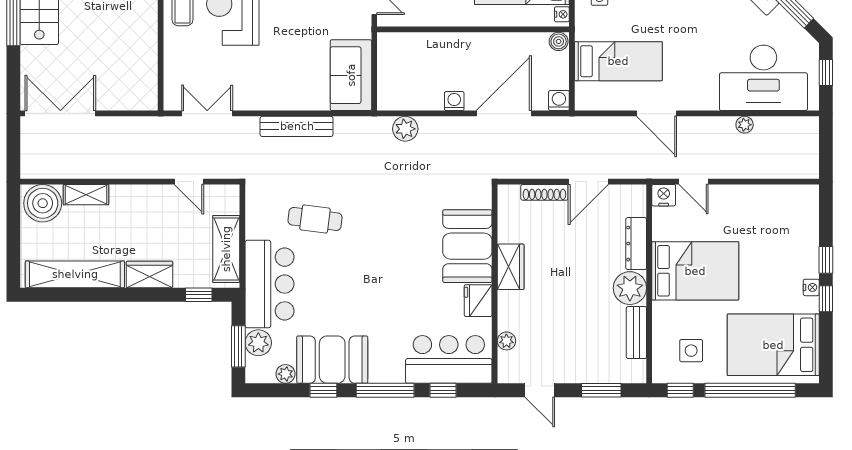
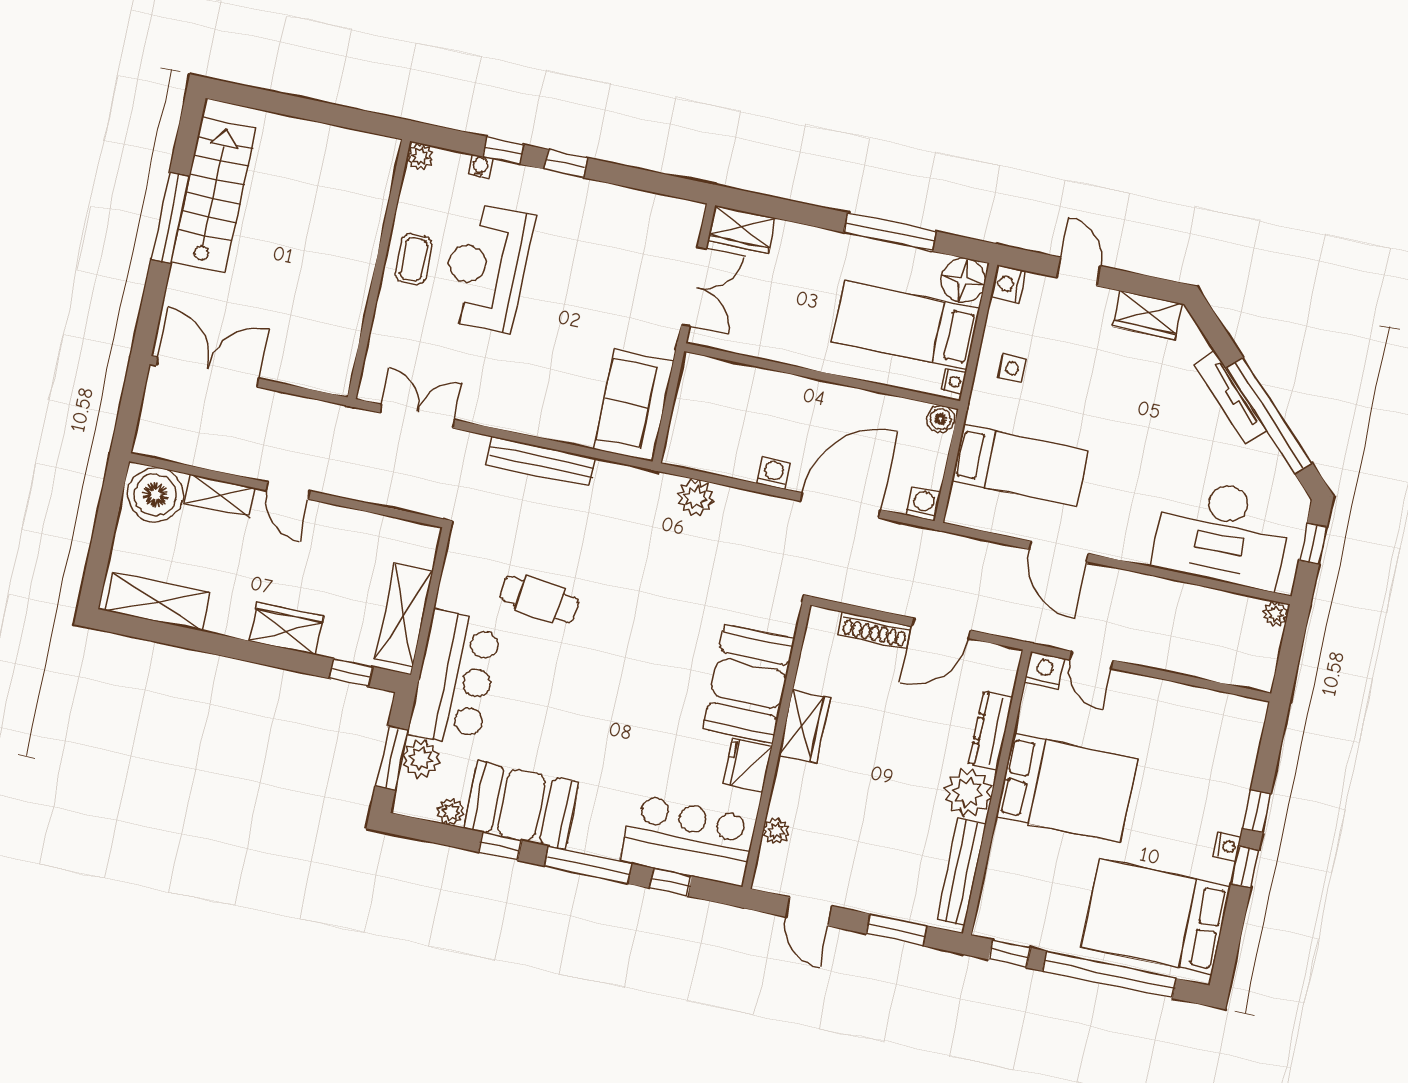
plant: (745, 125) -> (1275, 614), moved
door: (189, 182) -> (288, 491), moved
shelving: (75, 274) -> (157, 602), width x0.68
bench: (636, 333) -> (961, 872), width x1.36
side table: (691, 351) -> (1037, 900), removed

